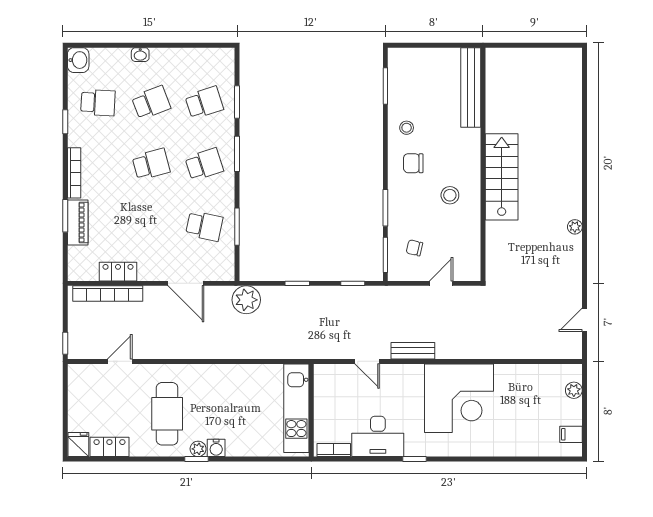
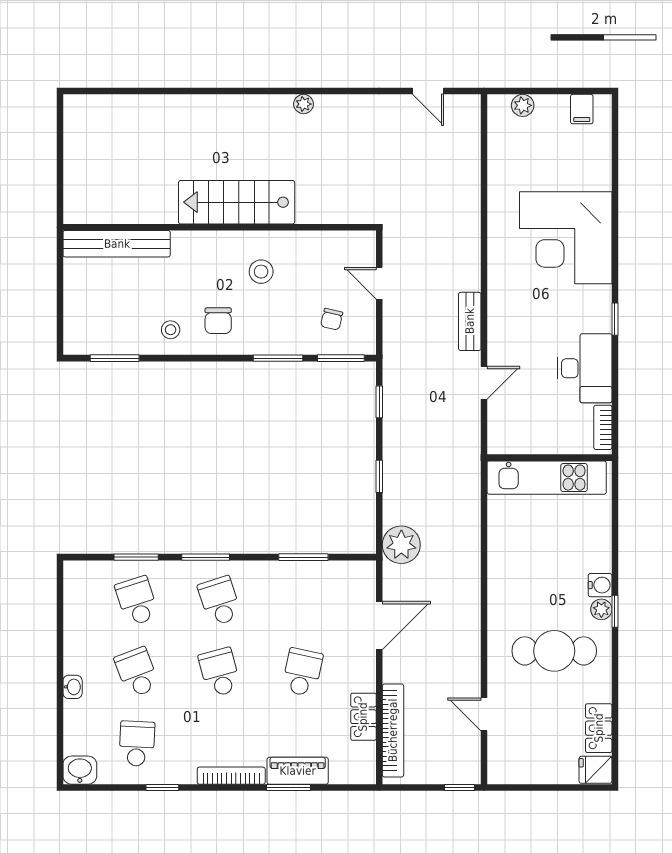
school desk: (204, 226) -> (302, 672), moved
corner desk: (459, 398) -> (566, 238), moved, turned 180

